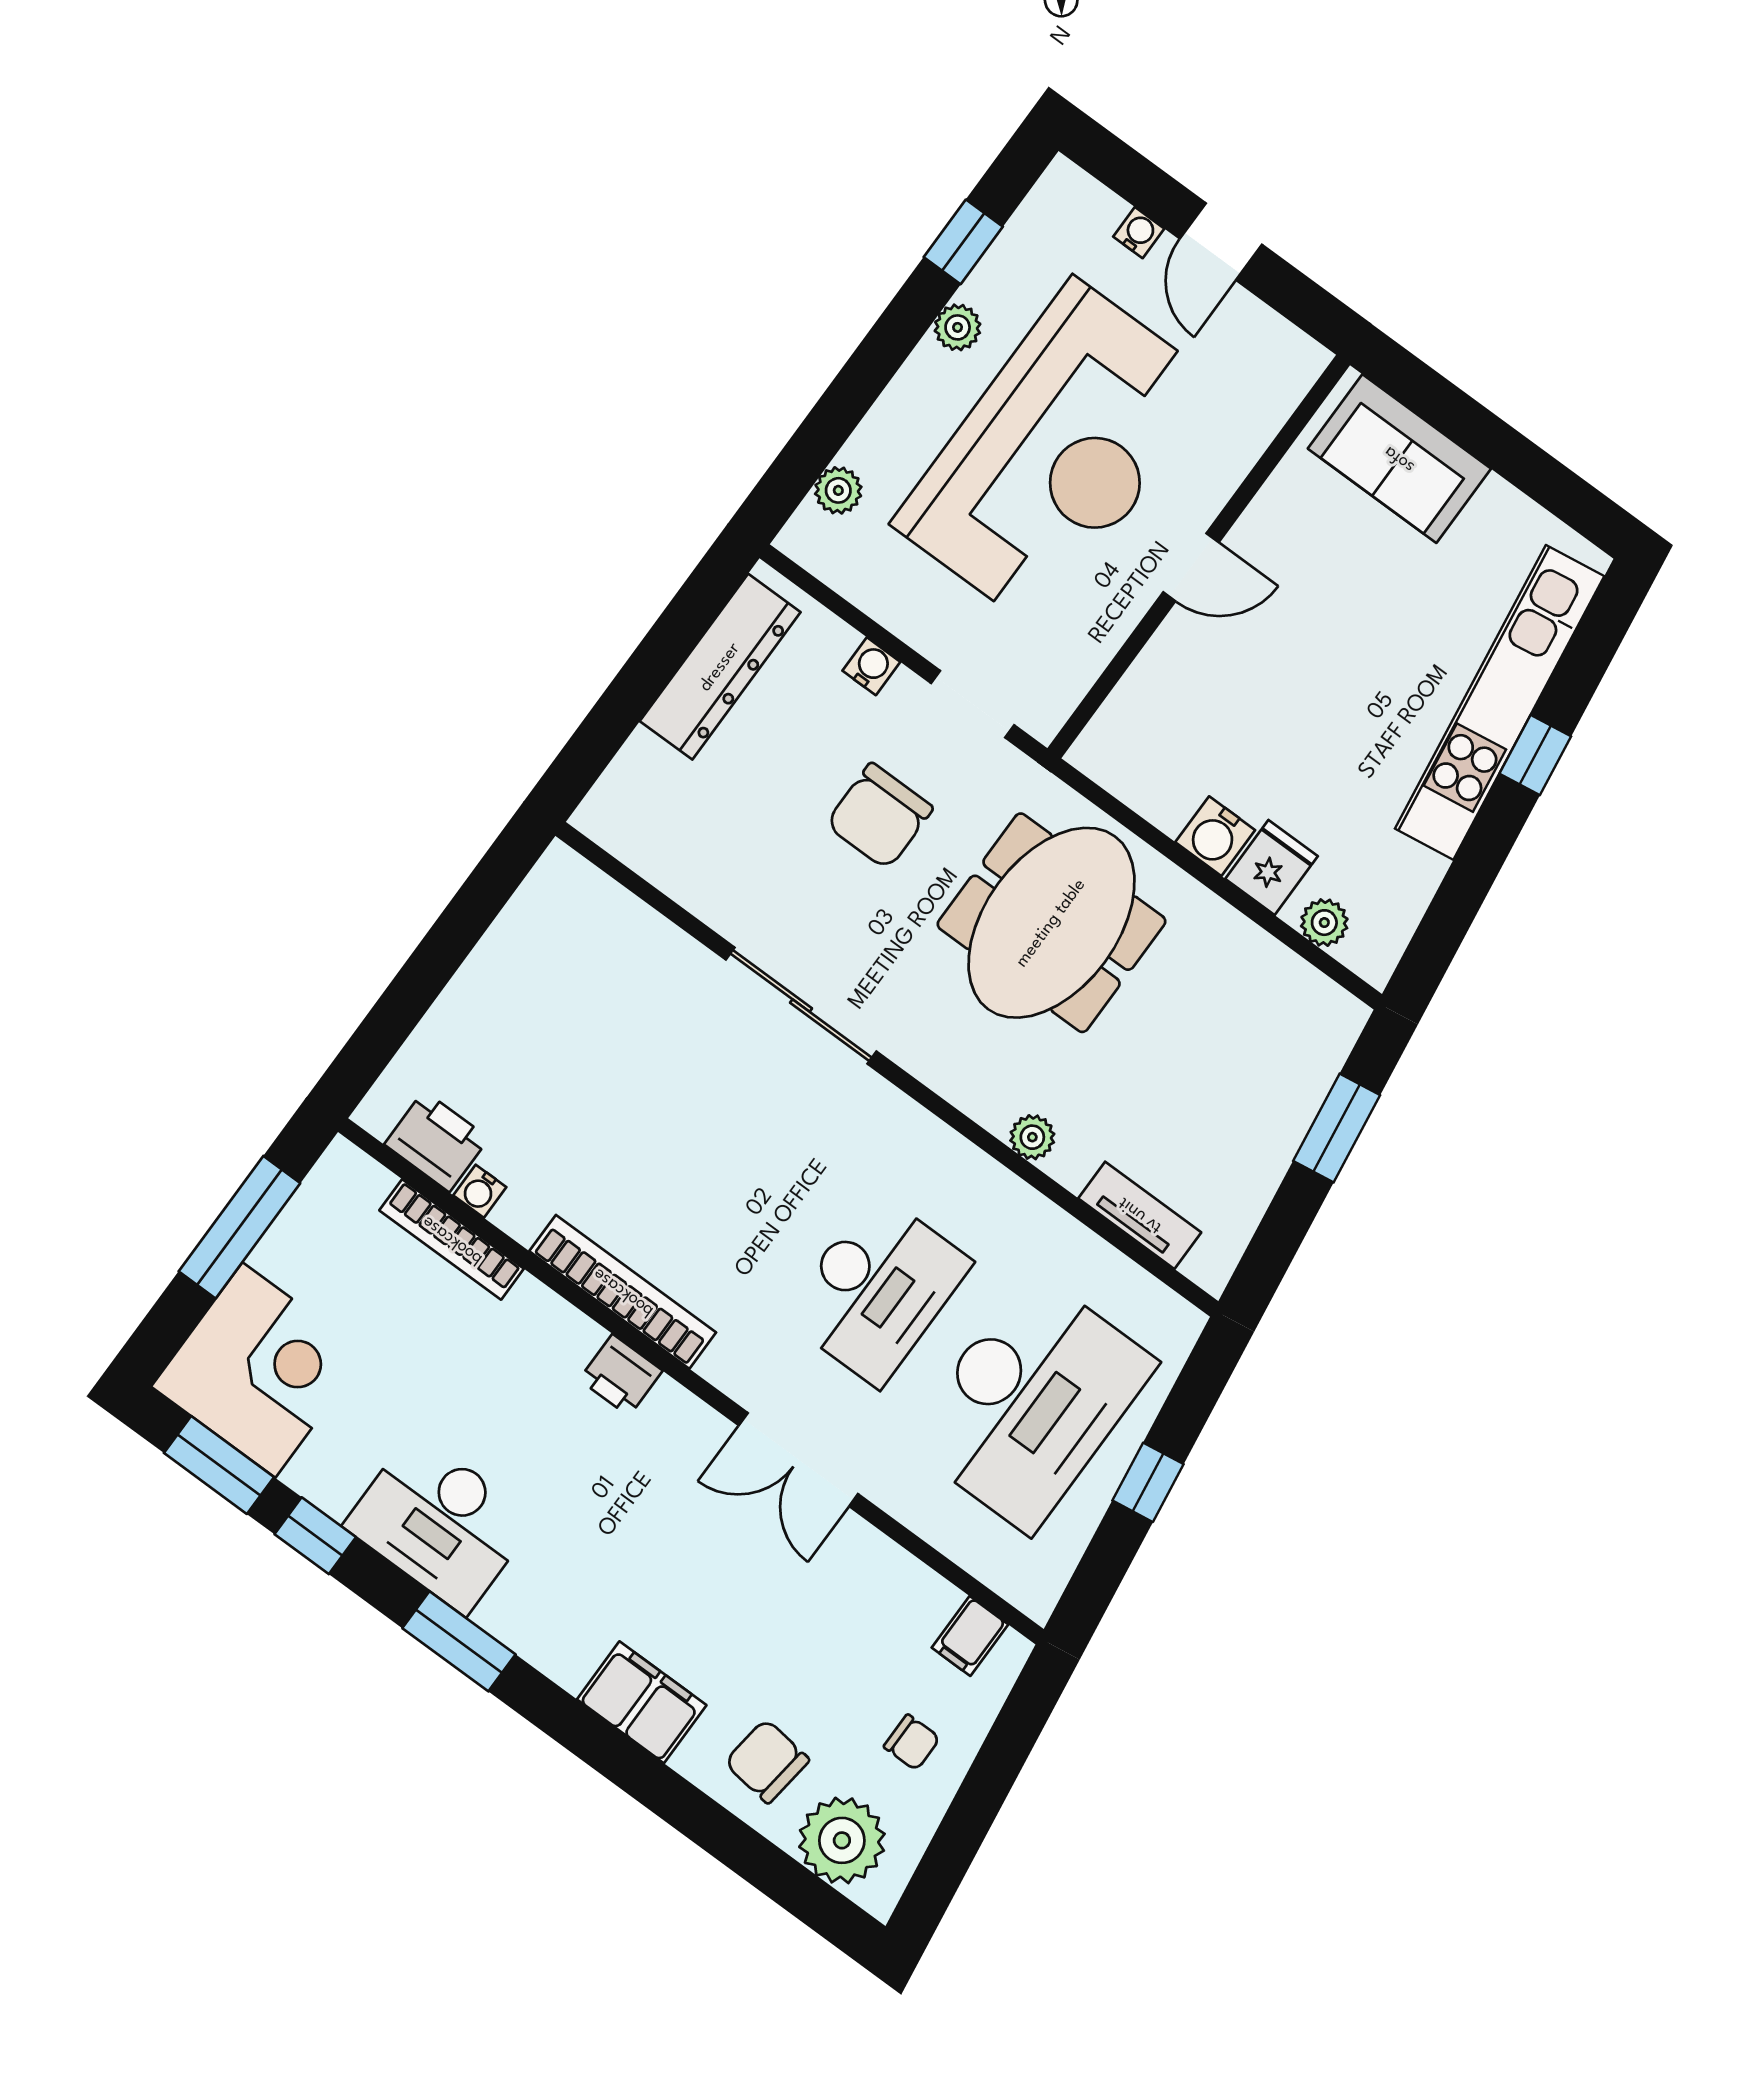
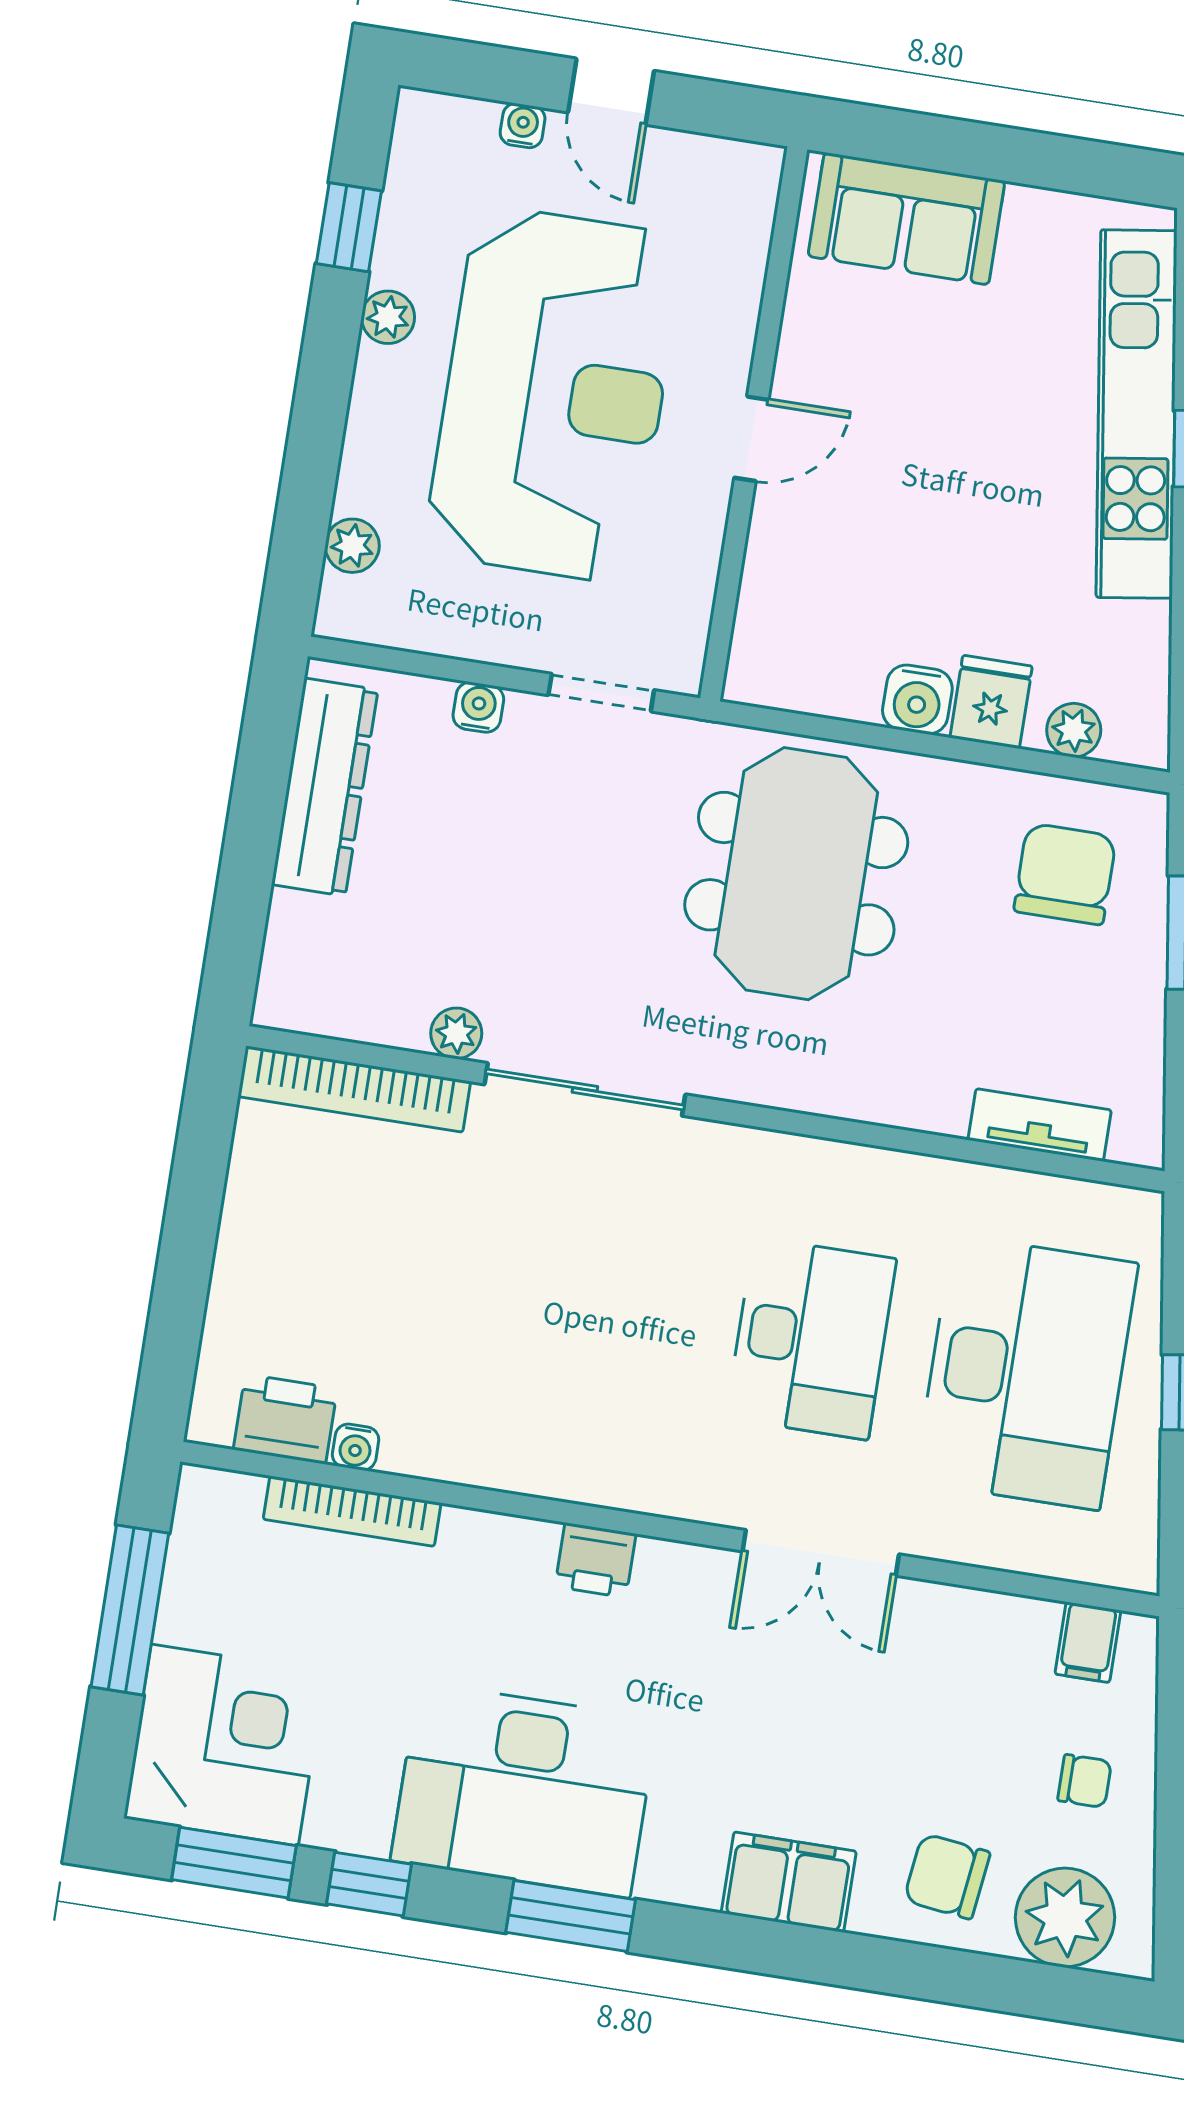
chair: (879, 816) -> (1065, 874), moved, turned 180
plant: (1032, 1137) -> (456, 1033), moved
bookcase: (623, 1292) -> (354, 1089), moved, turned 180
desk: (440, 1523) -> (524, 1790), width x1.36, depth x1.30

